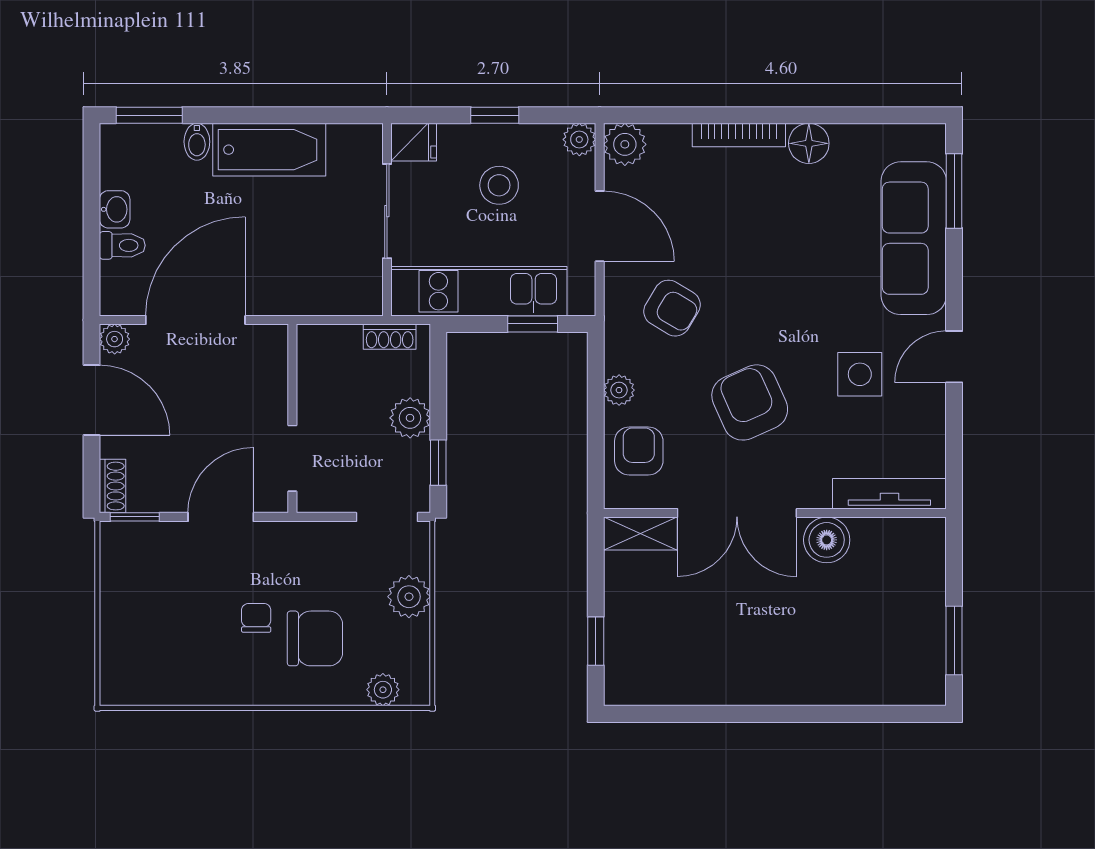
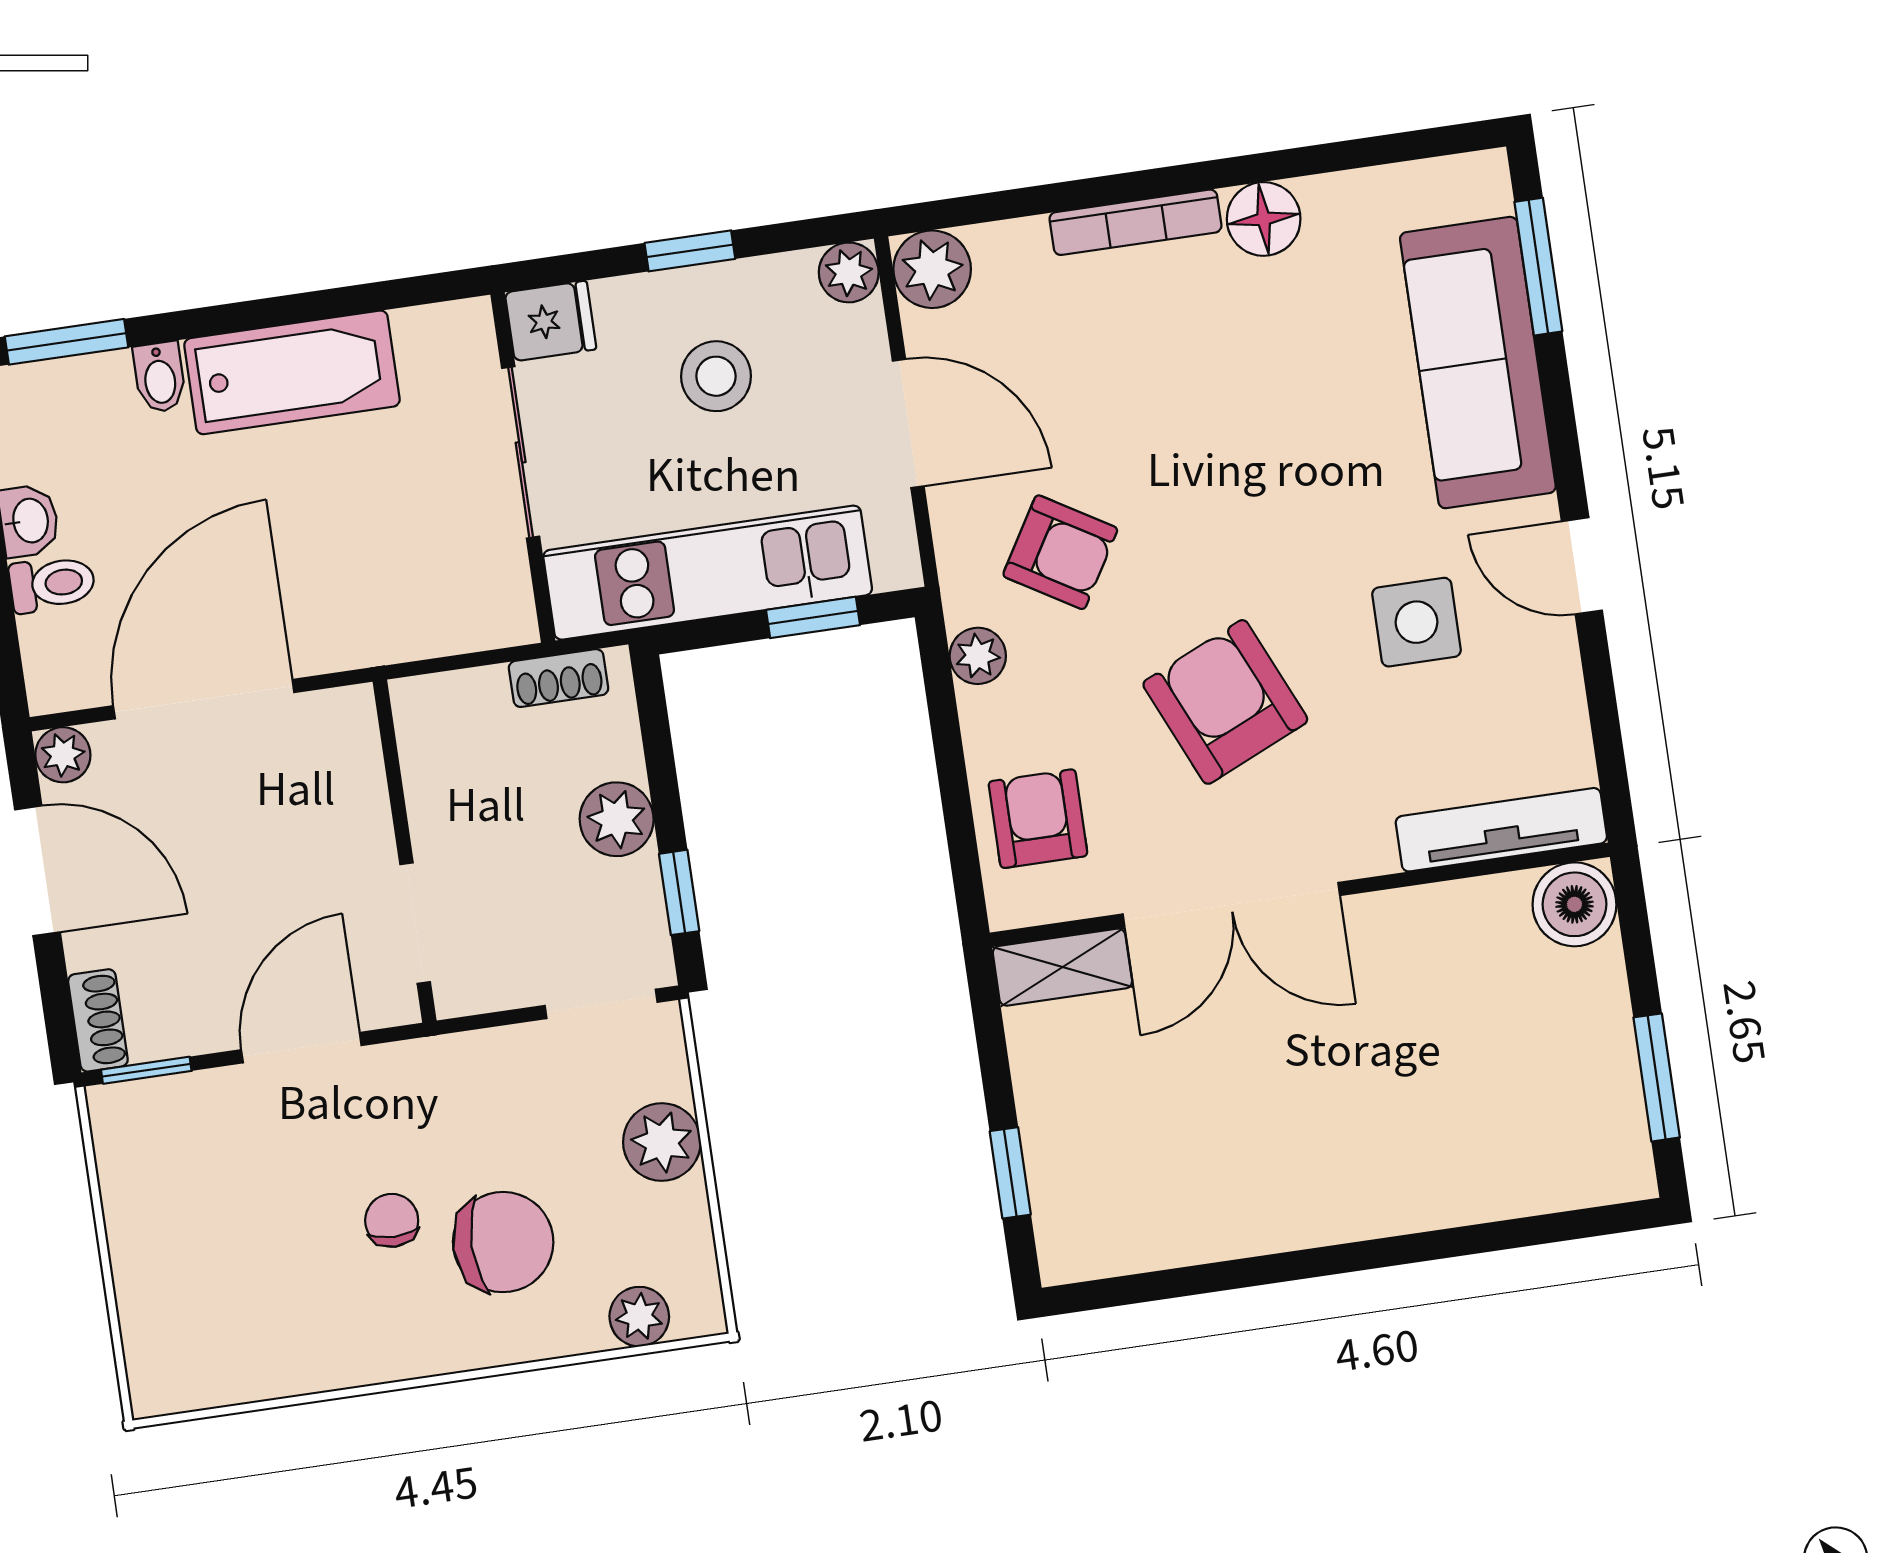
door: (954, 357) -> (1582, 566), hinge flipped
plant: (619, 390) -> (978, 656), moved
boiler: (827, 540) -> (1574, 904), moved

